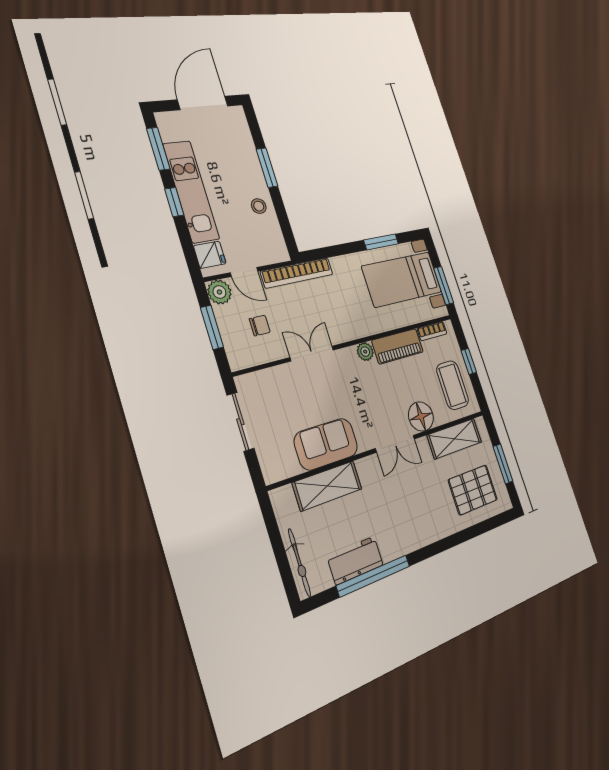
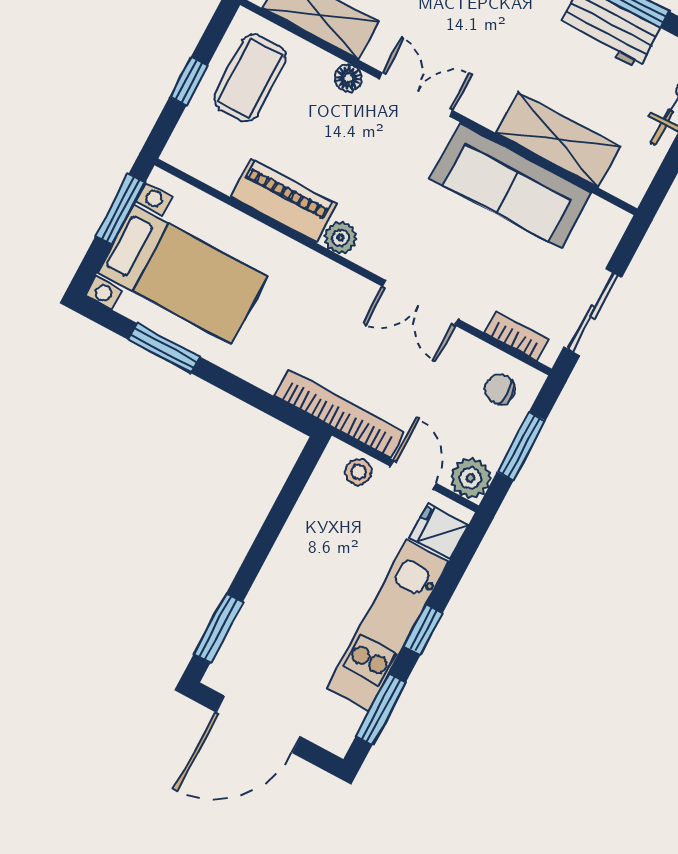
window: (267, 168) -> (218, 628), moved
stool: (259, 206) -> (359, 472), moved
chair: (260, 325) -> (500, 389), moved
bookcase: (432, 331) -> (516, 336), moved
floor lamp: (421, 416) -> (348, 78), width x0.53, depth x0.53
sofa: (326, 444) -> (511, 186), width x1.36

